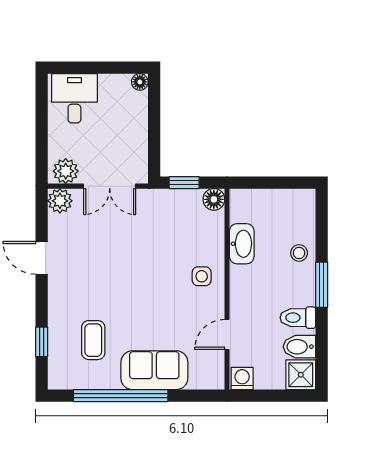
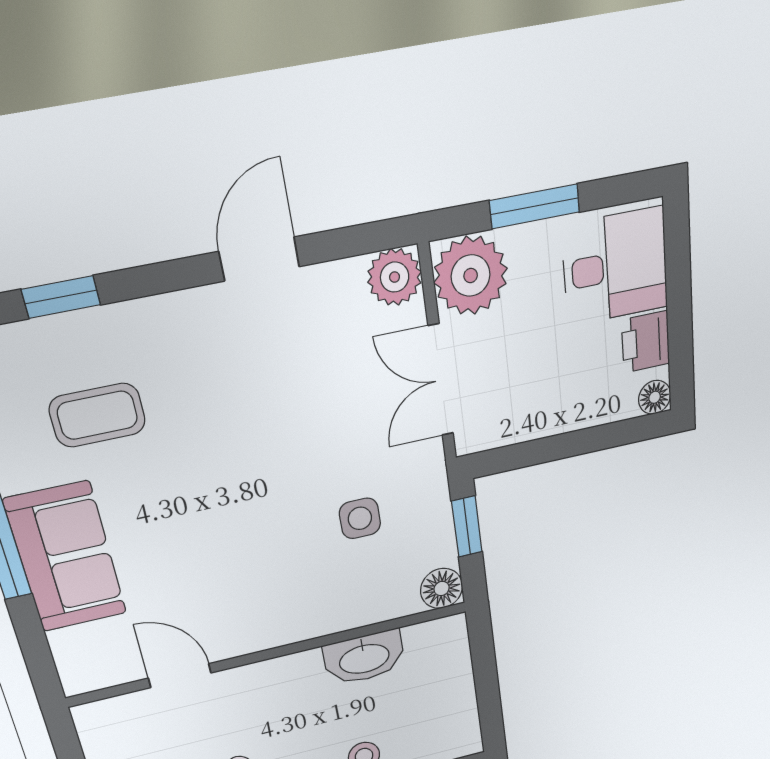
printer: (112, 85) -> (646, 342), added
window: (42, 134) -> (535, 206), added
plant: (66, 171) -> (471, 276), width x1.36, depth x1.36
side table: (202, 276) -> (360, 518), moved
washing machine: (242, 379) -> (97, 723), removed

